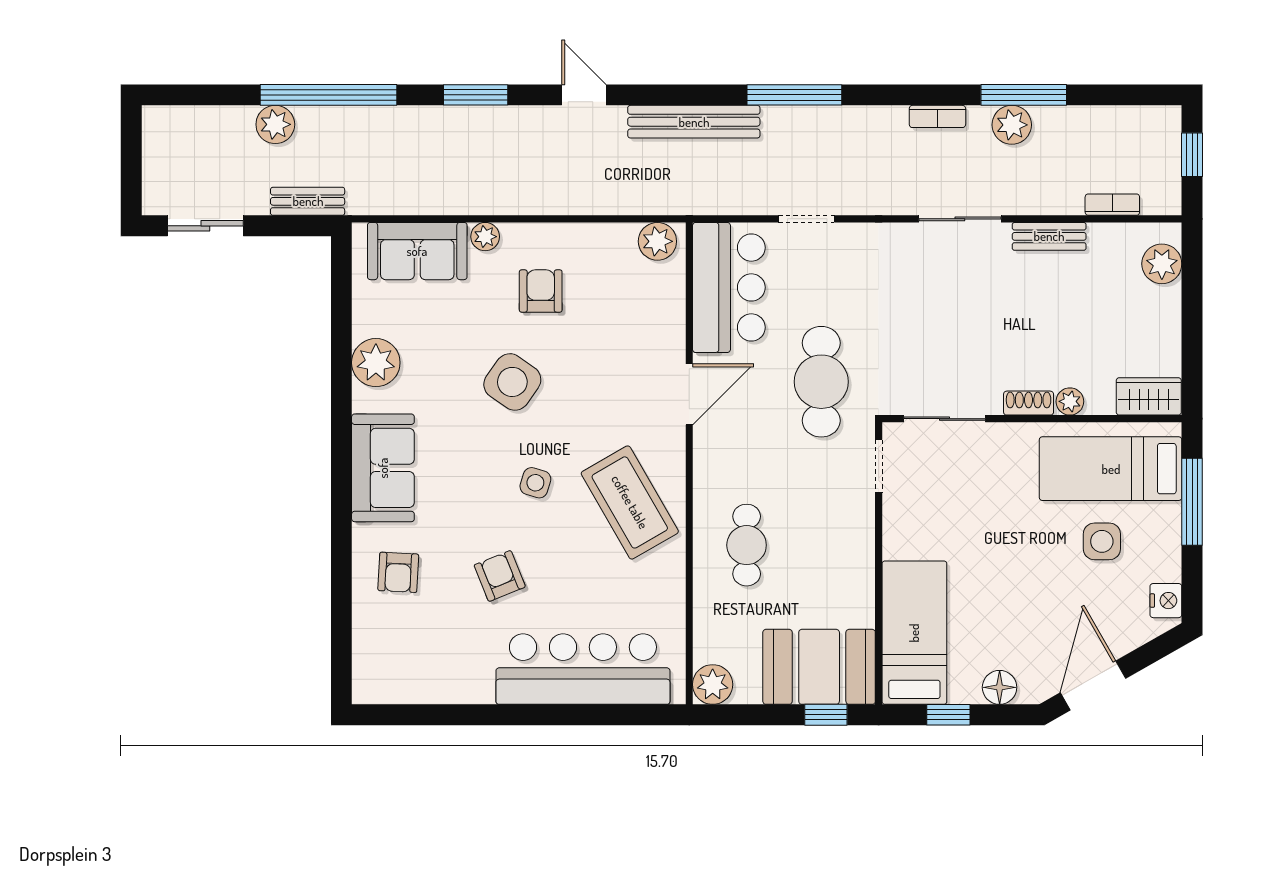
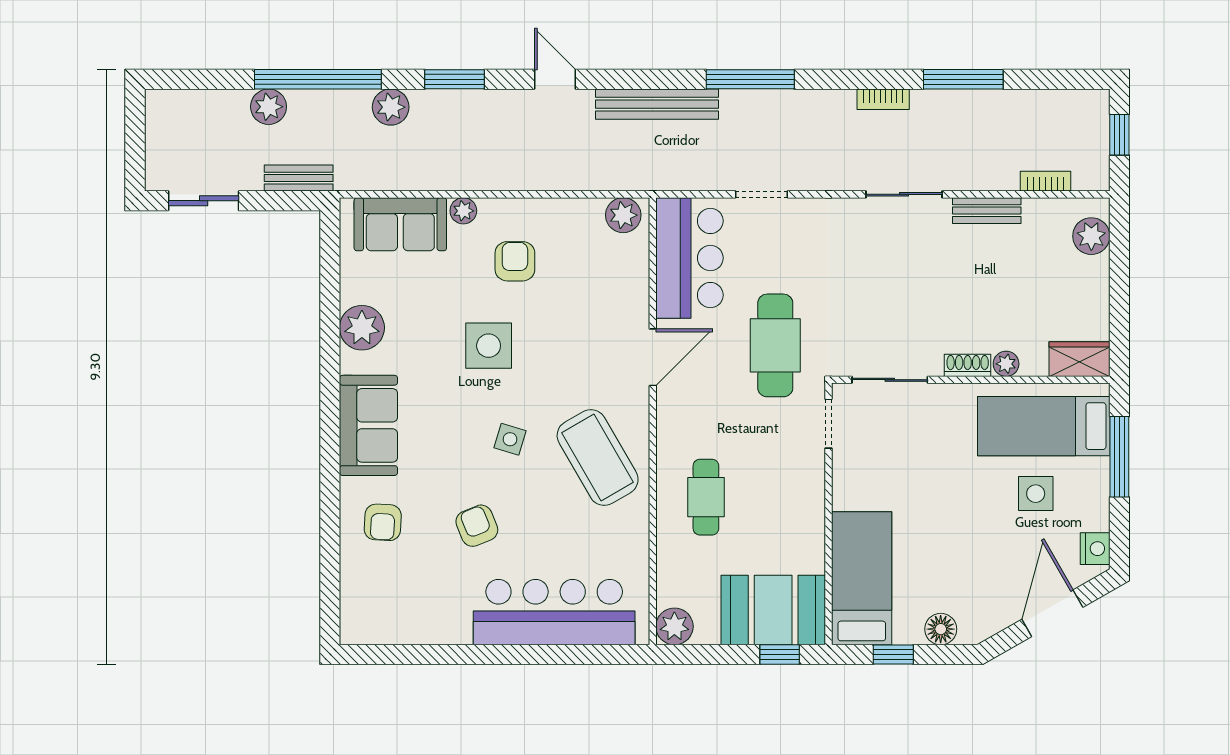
plant: (1012, 125) -> (391, 107), moved
side table: (512, 382) -> (489, 346), turned -35
door: (1093, 686) -> (1052, 613), moved

